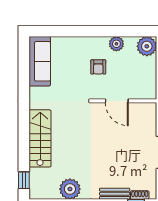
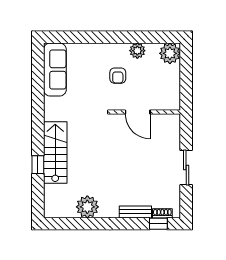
window: (24, 180) -> (38, 165), moved

